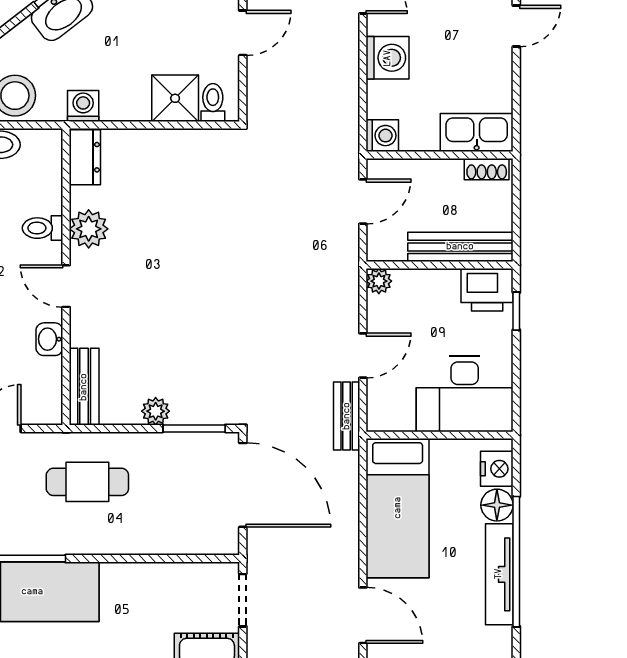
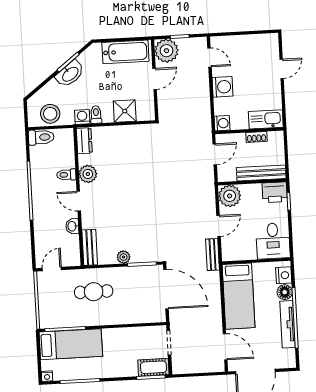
toilet: (213, 103) -> (96, 115), moved
shoe rack: (487, 169) -> (256, 137), moved
plant: (379, 281) -> (230, 196), width x1.88, depth x1.88
desk: (465, 394) -> (273, 241), width x0.73

